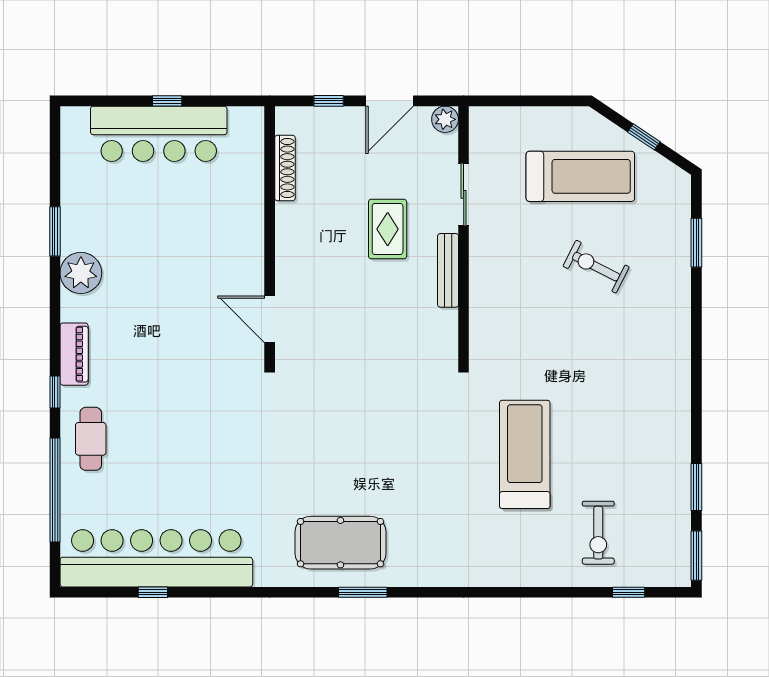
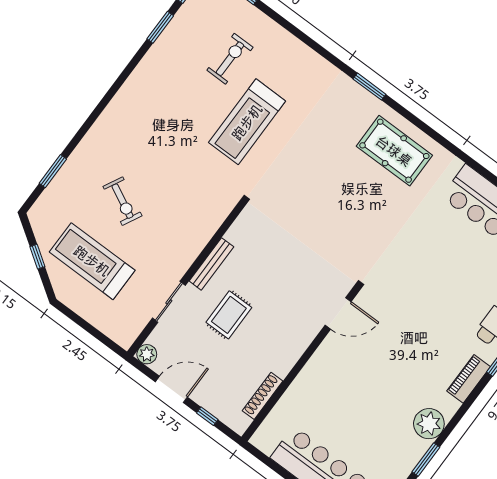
door: (270, 319) -> (338, 313), hinge flipped
exercise bike: (598, 533) -> (230, 59), moved
window: (363, 592) -> (369, 87), moved

